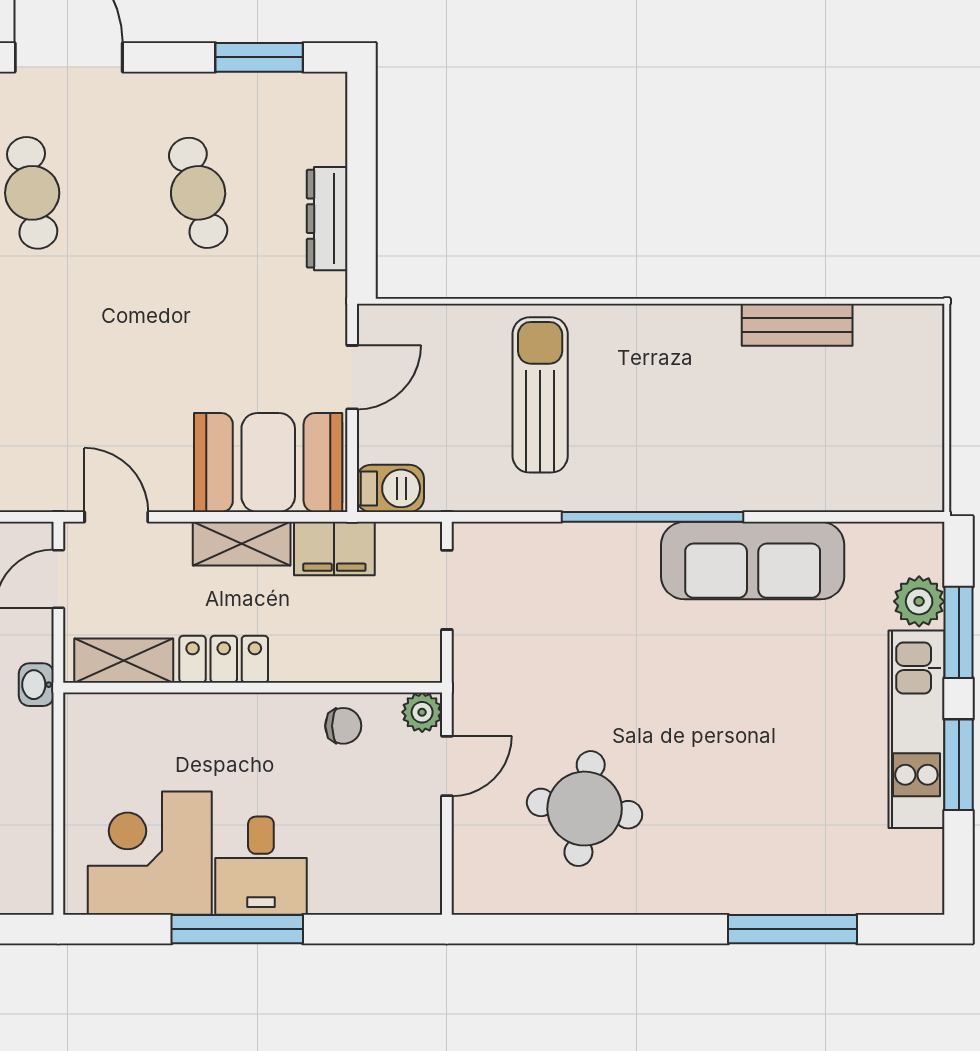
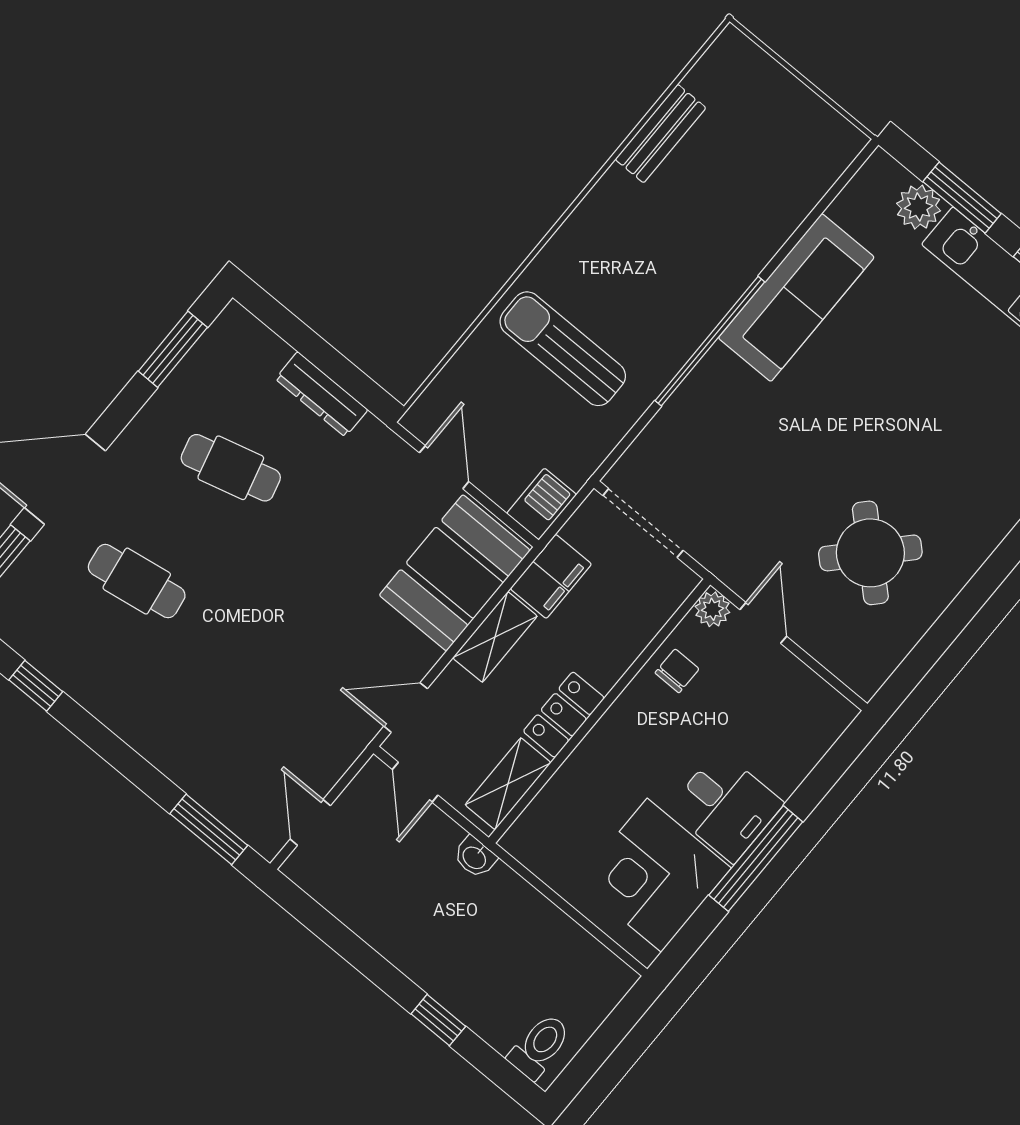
doorway: (447, 590) -> (643, 523), width x1.38
round table: (585, 809) -> (870, 553), turned 35

